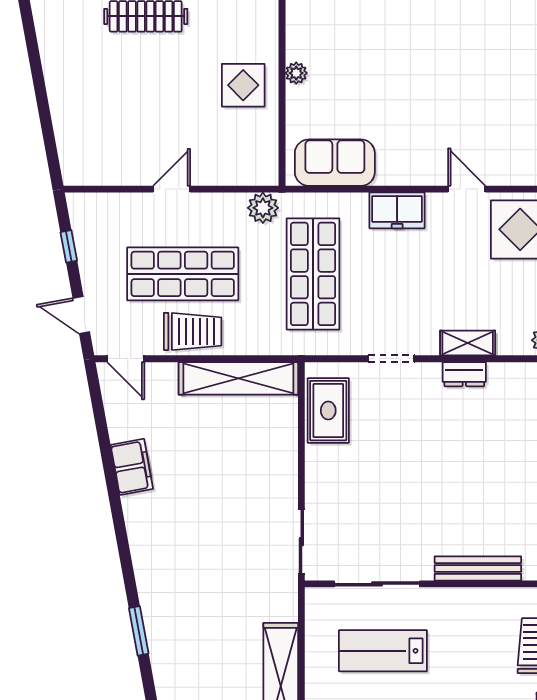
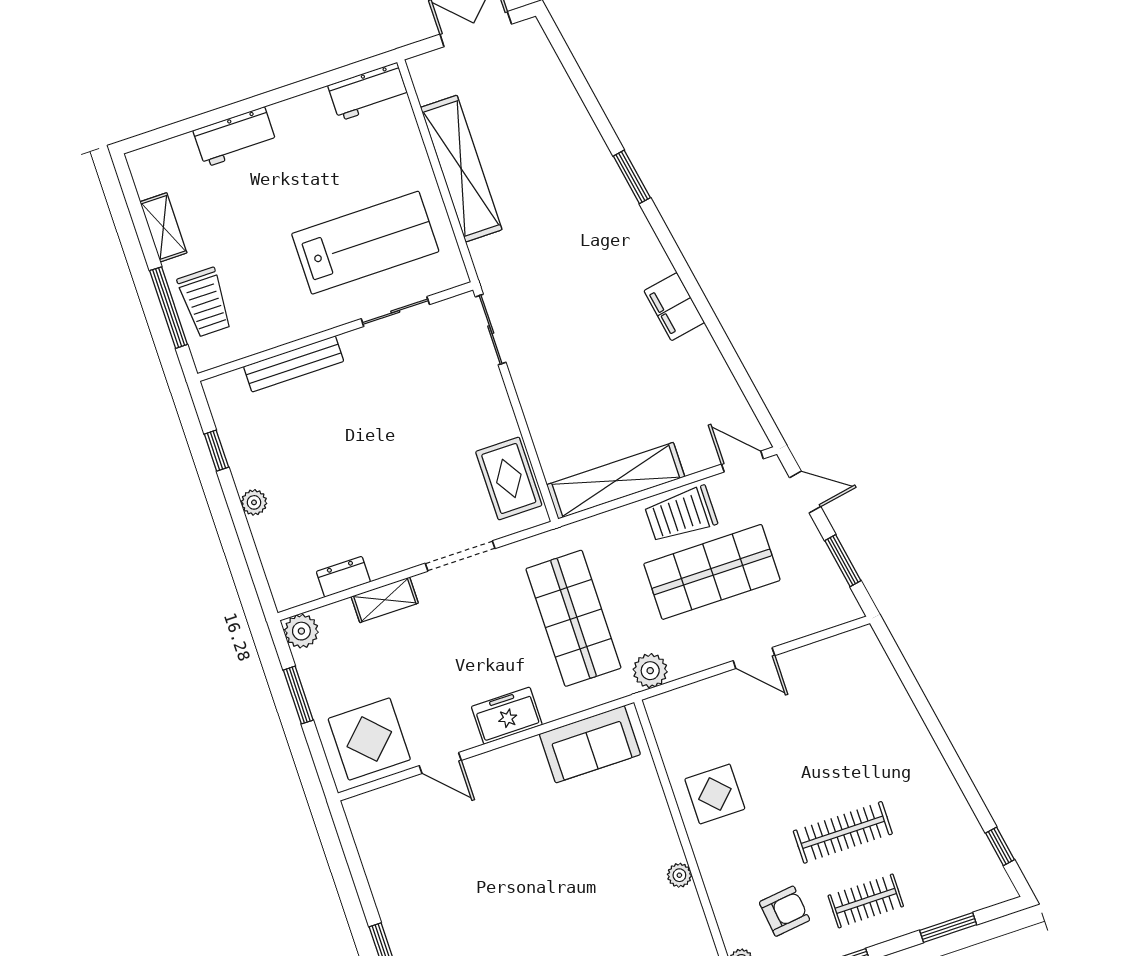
plant: (296, 73) -> (679, 875), moved
door: (172, 189) -> (754, 658), hinge flipped
window: (69, 246) -> (843, 561), width x1.50
doorway: (391, 359) -> (460, 556), width x1.38
dresser: (464, 374) -> (343, 577), moved
filing cabinet: (132, 467) -> (674, 307), moved
sliding door: (377, 584) -> (395, 312), width x0.73
lab bench: (383, 651) -> (365, 243), width x1.36, depth x1.39

